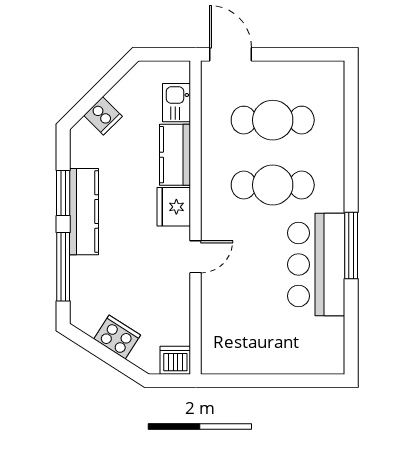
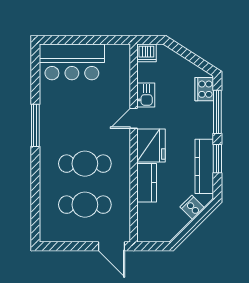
kitchen sink: (176, 103) -> (146, 95), moved
fridge: (174, 207) -> (151, 145), width x1.36, depth x1.34
kitchen counter: (84, 212) -> (204, 166), moved
bar counter: (316, 264) -> (72, 62), moved, turned 90
cooker: (117, 337) -> (204, 89), moved, turned 57

